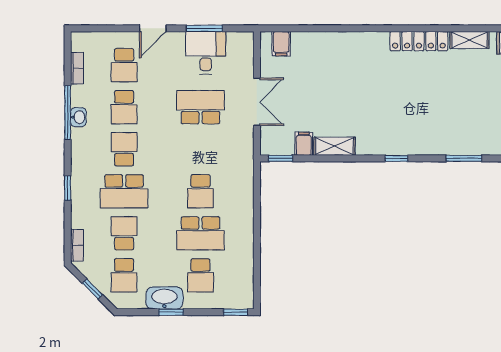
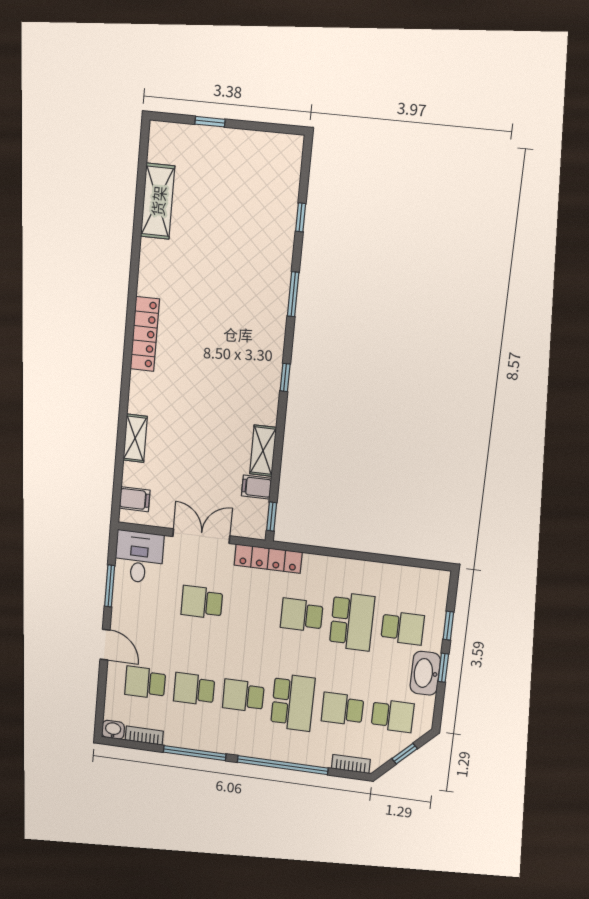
shelving: (469, 40) -> (135, 438), moved
desk: (206, 53) -> (139, 557), moved, turned 90
school desk: (124, 65) -> (145, 683), turned 180
school desk: (124, 107) -> (194, 689), turned 180
school desk: (200, 107) -> (202, 602), width x0.54
washbasin: (78, 117) -> (113, 730), moved
locker: (245, 159) -> (268, 559), added
window: (68, 188) -> (283, 765), width x3.17
school desk: (200, 191) -> (302, 615), turned 180
window: (236, 312) -> (448, 626), moved

